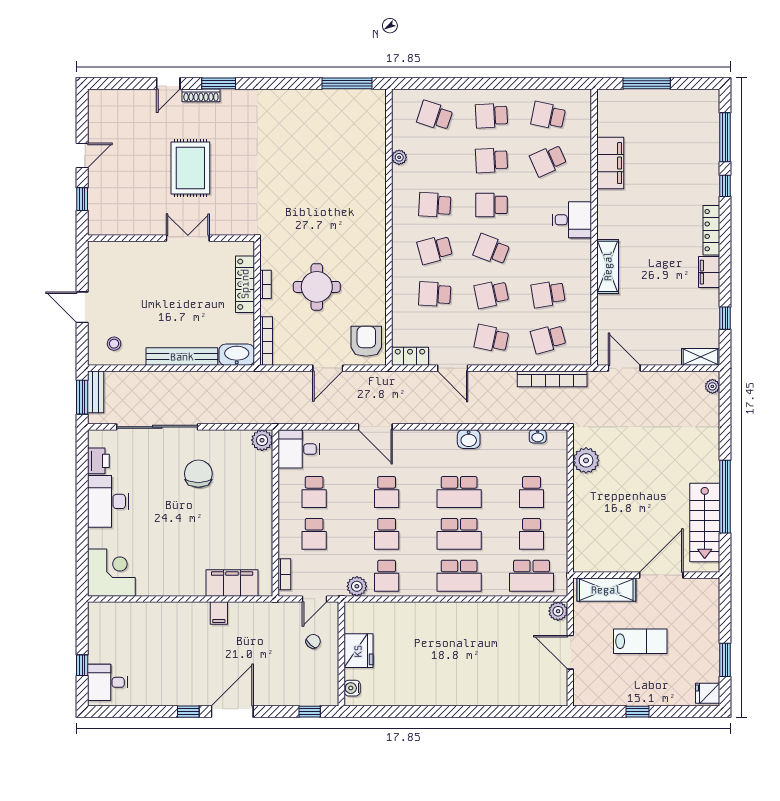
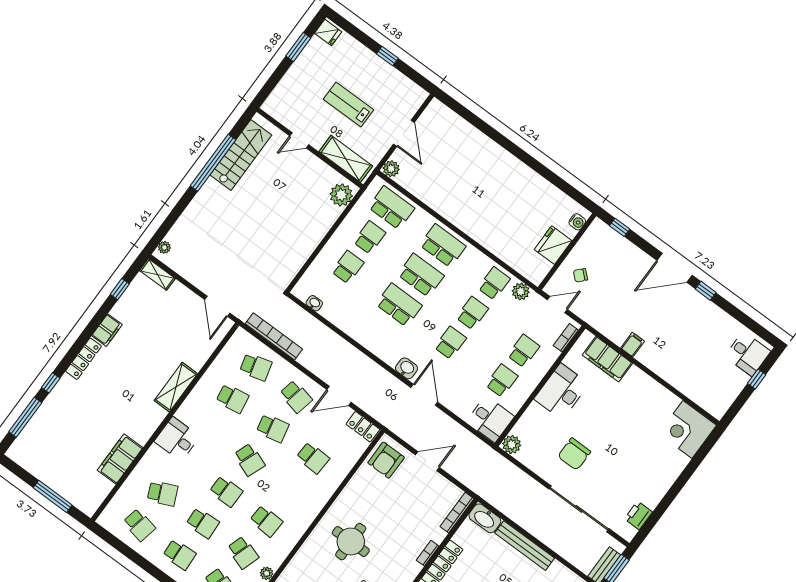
school desk: (435, 250) -> (243, 553), moved, turned 33
round table: (317, 287) -> (351, 542), moved
door: (453, 368) -> (339, 396), swing flipped
washbasin: (469, 439) -> (406, 368), moved
plant: (586, 460) -> (341, 195), moved
desk: (108, 501) -> (561, 391), moved, turned 180
door: (661, 575) -> (299, 140), width x0.53

